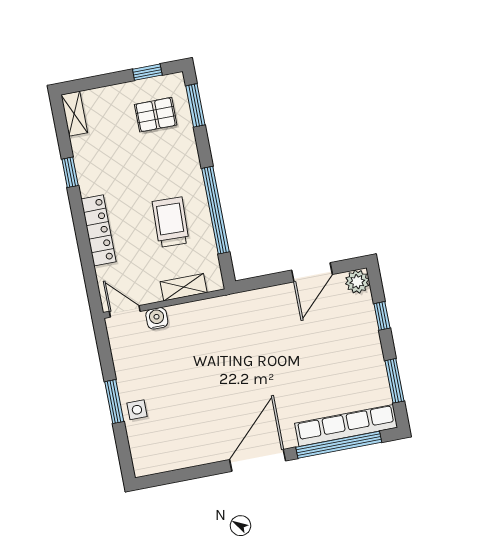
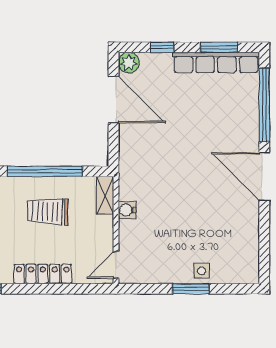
door: (312, 272) -> (113, 100), width x1.36
shelving: (184, 287) -> (105, 195), moved
water cooler: (157, 318) -> (127, 210), moved
row of seats: (346, 425) -> (216, 62), moved, turned -90

